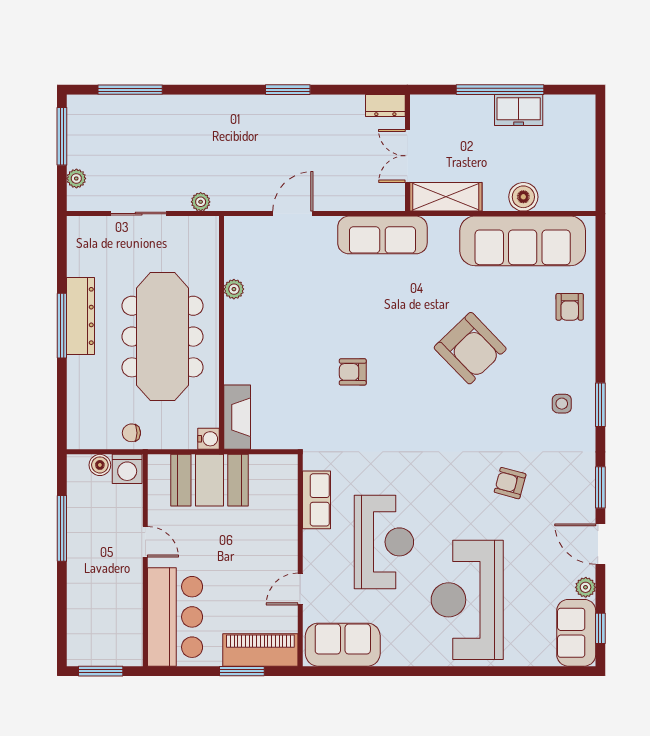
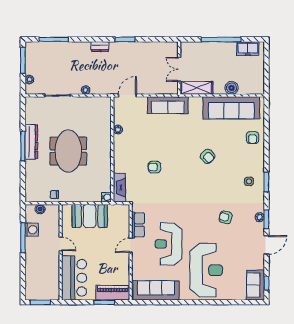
dresser: (385, 106) -> (100, 47), moved
freezer: (519, 110) -> (248, 49), moved
plant: (234, 289) -> (118, 130), moved
wall: (222, 333) -> (112, 149), moved
meeting table: (163, 337) -> (68, 151), width x0.73
armchair: (470, 348) -> (208, 156), width x0.53, depth x0.53
fireplace: (237, 417) -> (119, 188), moved
water cooler: (209, 439) -> (106, 197), moved
washing machine: (127, 469) -> (32, 230), moved, turned -90
reception desk: (384, 542) -> (169, 244), turned 180
door: (600, 544) -> (266, 245), swing flipped
plant: (586, 587) -> (260, 217), moved
door: (300, 589) -> (131, 245), moved
reception desk: (467, 600) -> (206, 270), turned 180
sofa: (343, 645) -> (156, 290), width x1.36

